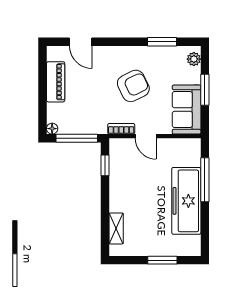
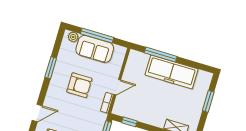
window: (162, 42) -> (51, 68), moved
armchair: (133, 86) -> (79, 85), turned 116
window: (205, 90) -> (97, 36), width x1.44
sofa: (187, 110) -> (95, 49), moved

